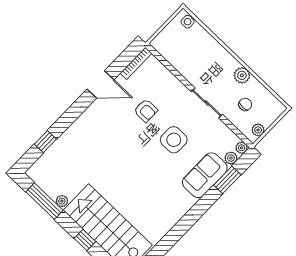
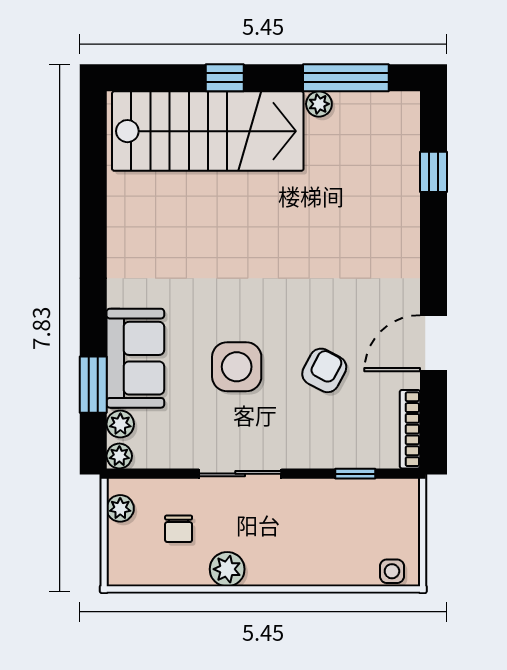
window: (168, 66) -> (355, 474), added
armchair: (146, 110) -> (324, 370), turned 118

